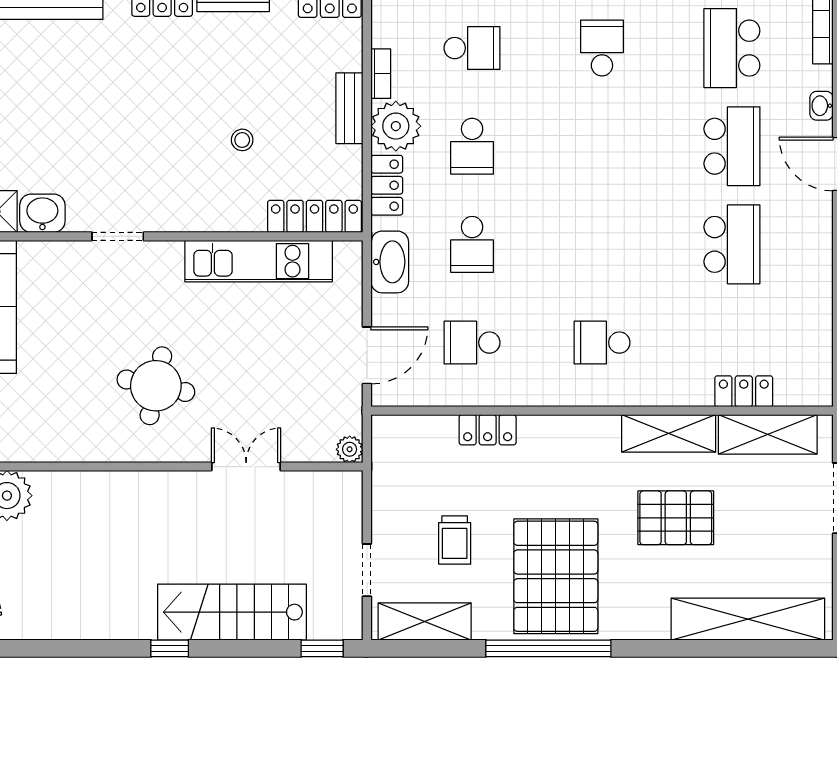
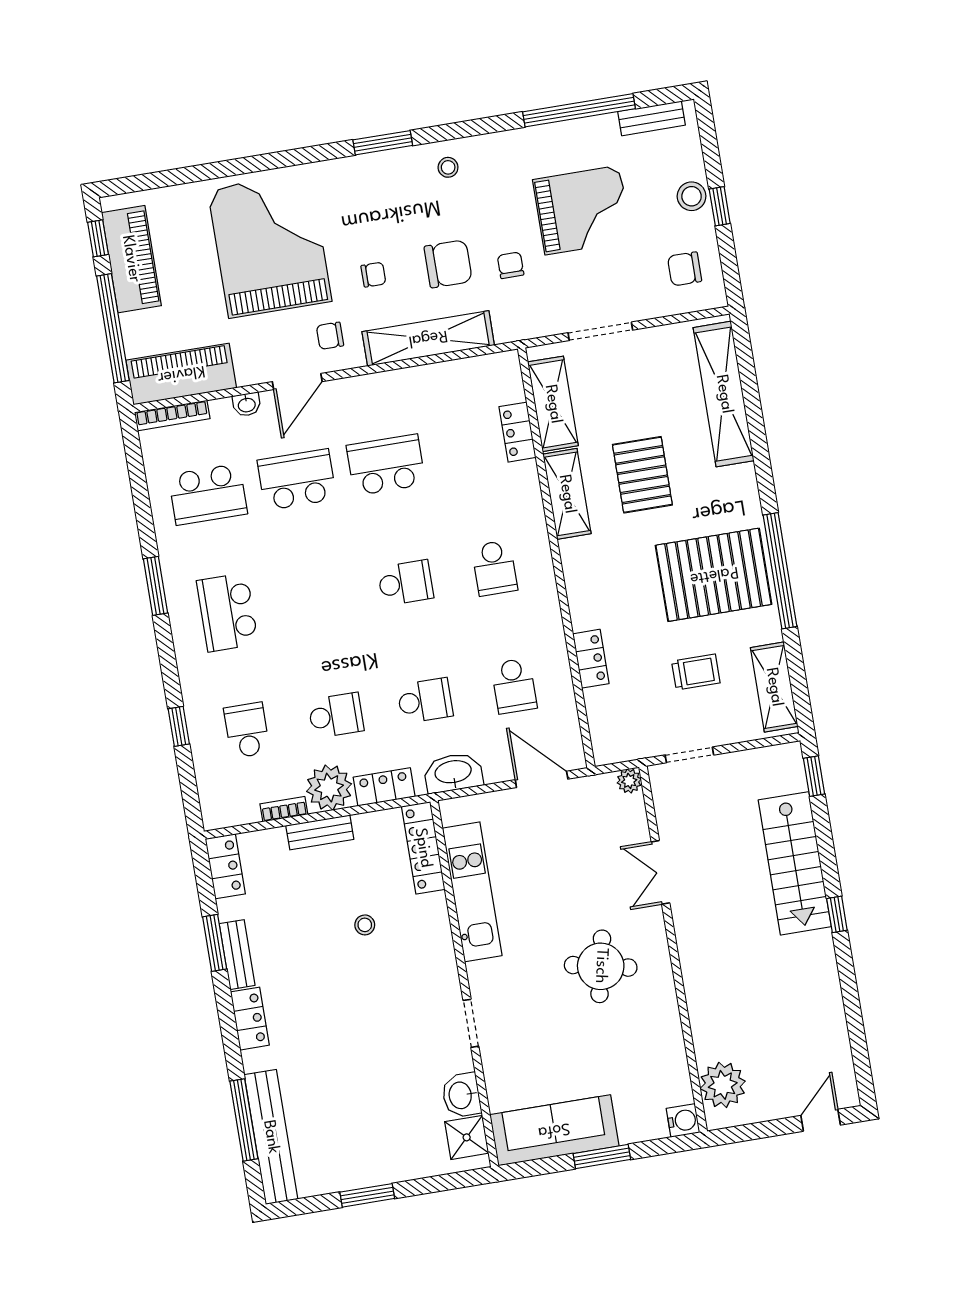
school desk: (602, 48) -> (227, 612), width x1.85
school desk: (602, 244) -> (405, 583), added
doorway: (367, 570) -> (689, 755), moved

